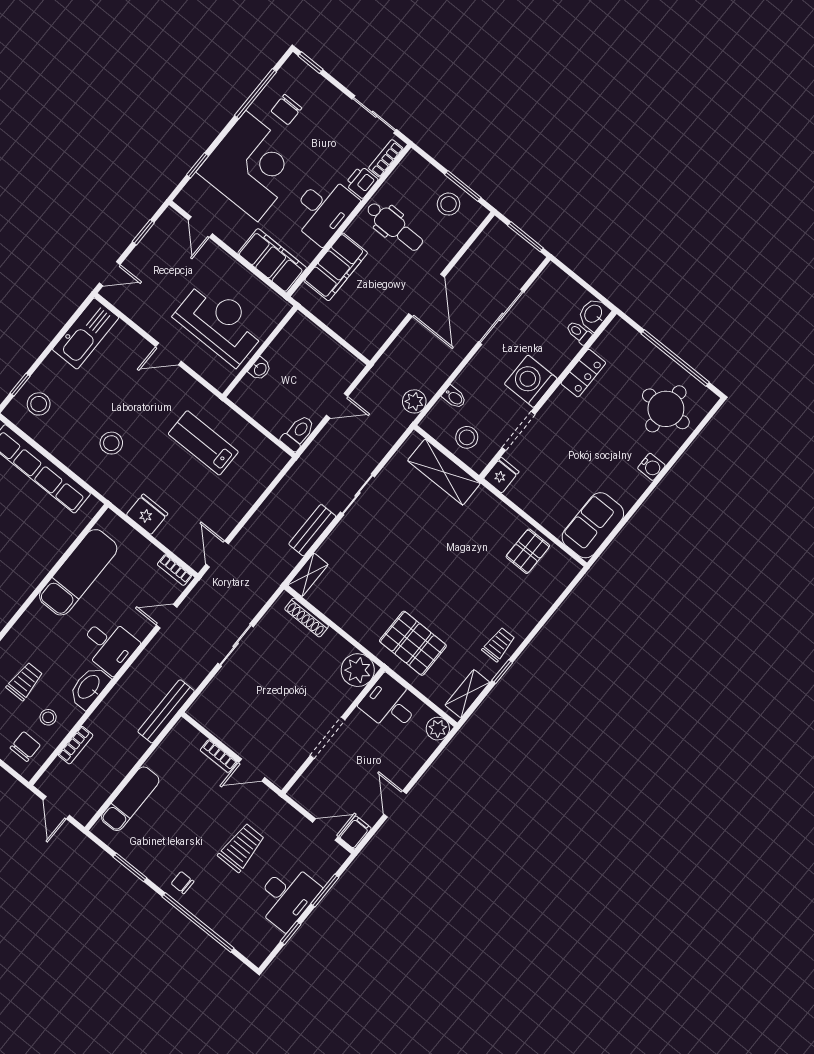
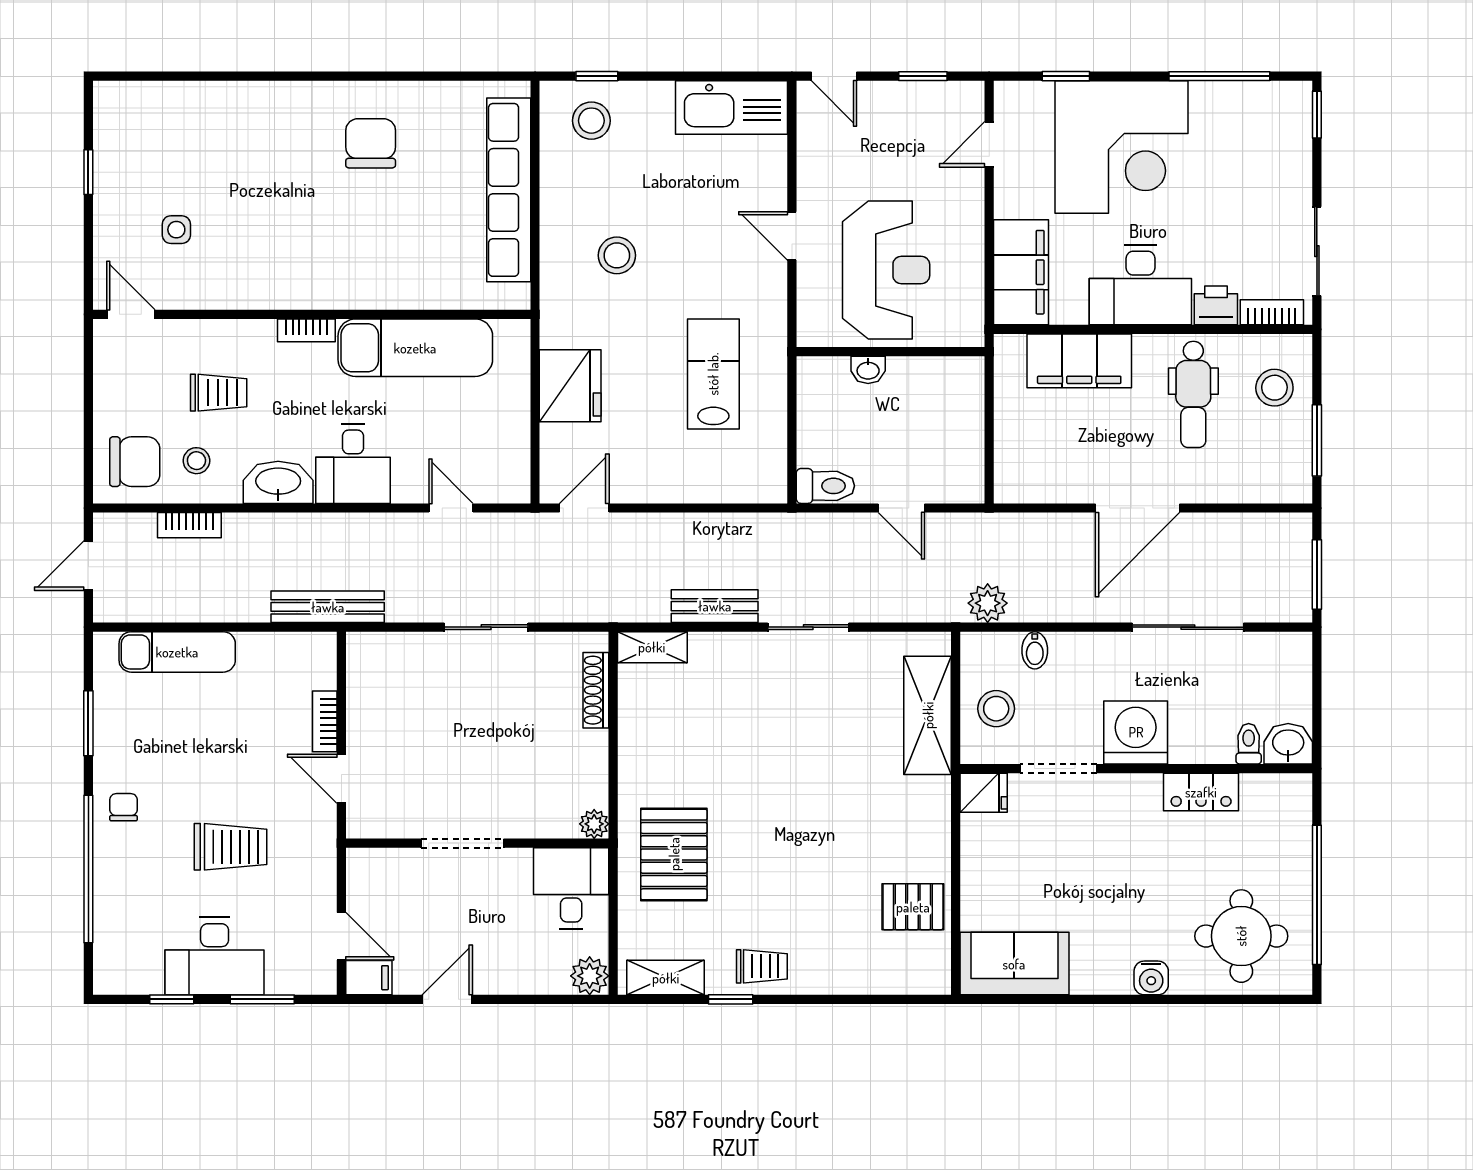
chair: (286, 110) -> (1231, 133), removed
stool: (449, 204) -> (1274, 388), moved
fridge: (147, 514) -> (570, 386), width x1.36, depth x1.34
bookcase: (174, 570) -> (306, 330), moved, turned -90
plant: (358, 670) -> (594, 824), width x0.53, depth x0.53
chair: (25, 747) -> (135, 462), width x1.37, depth x1.37

